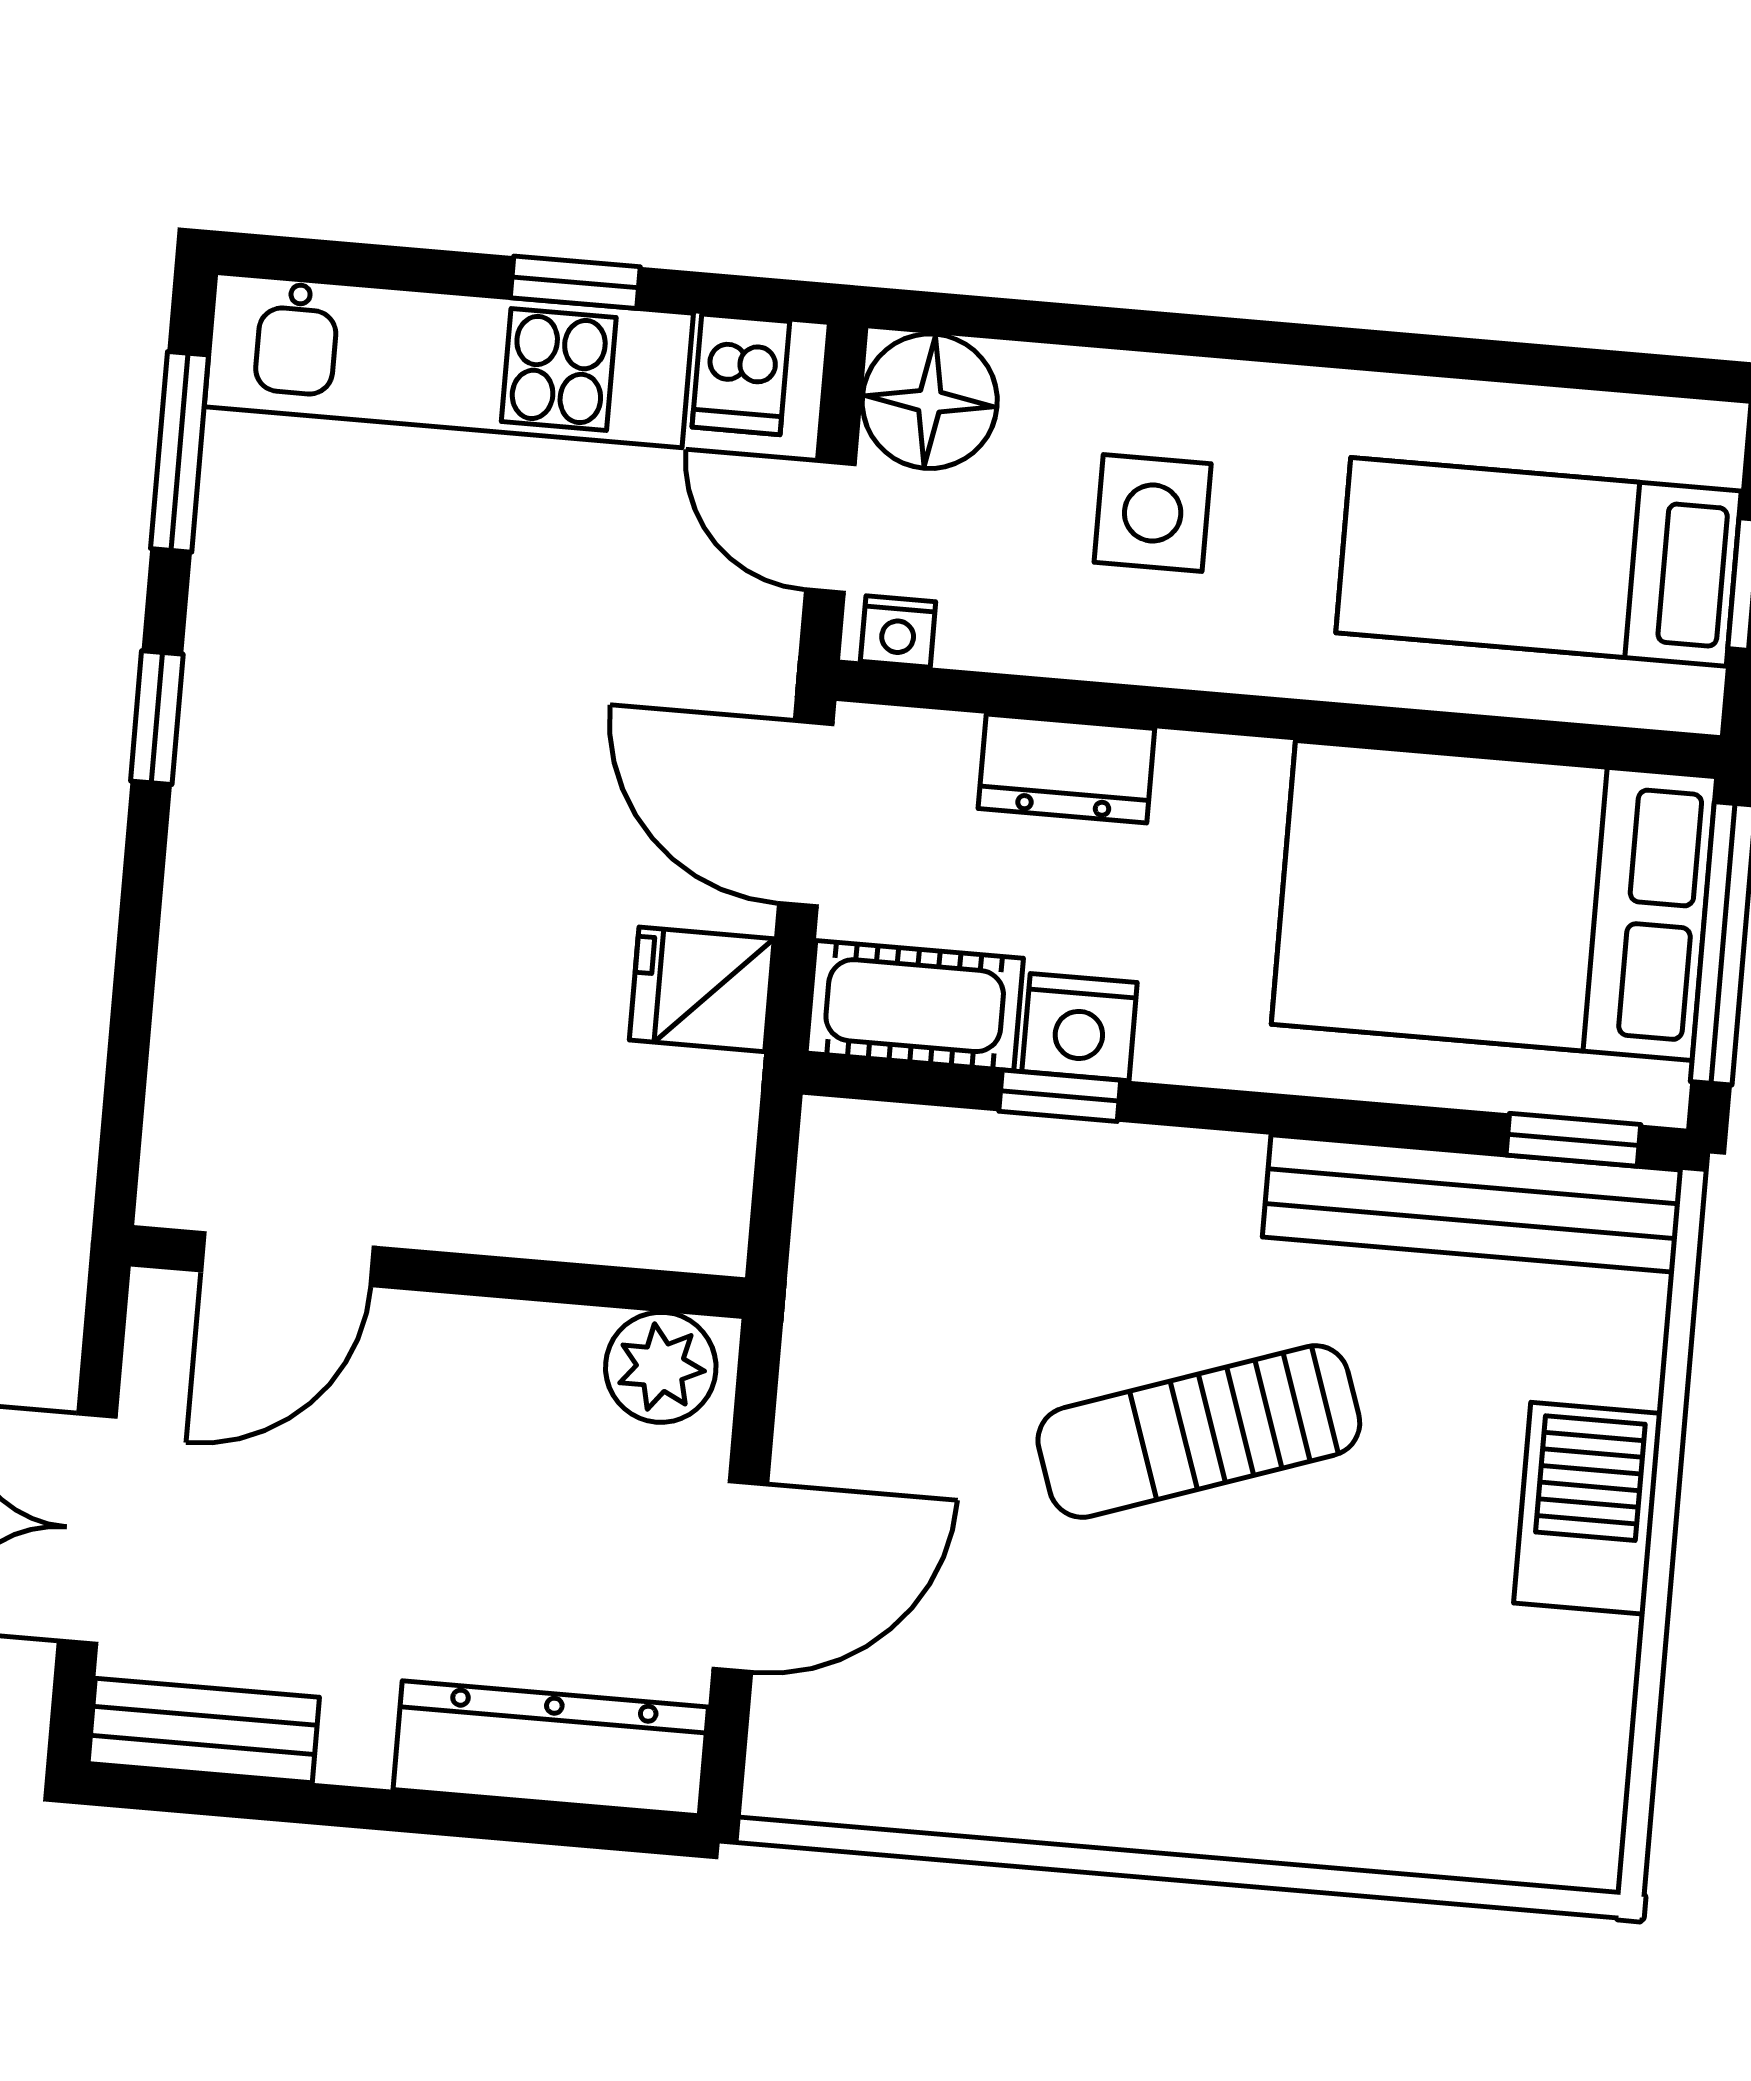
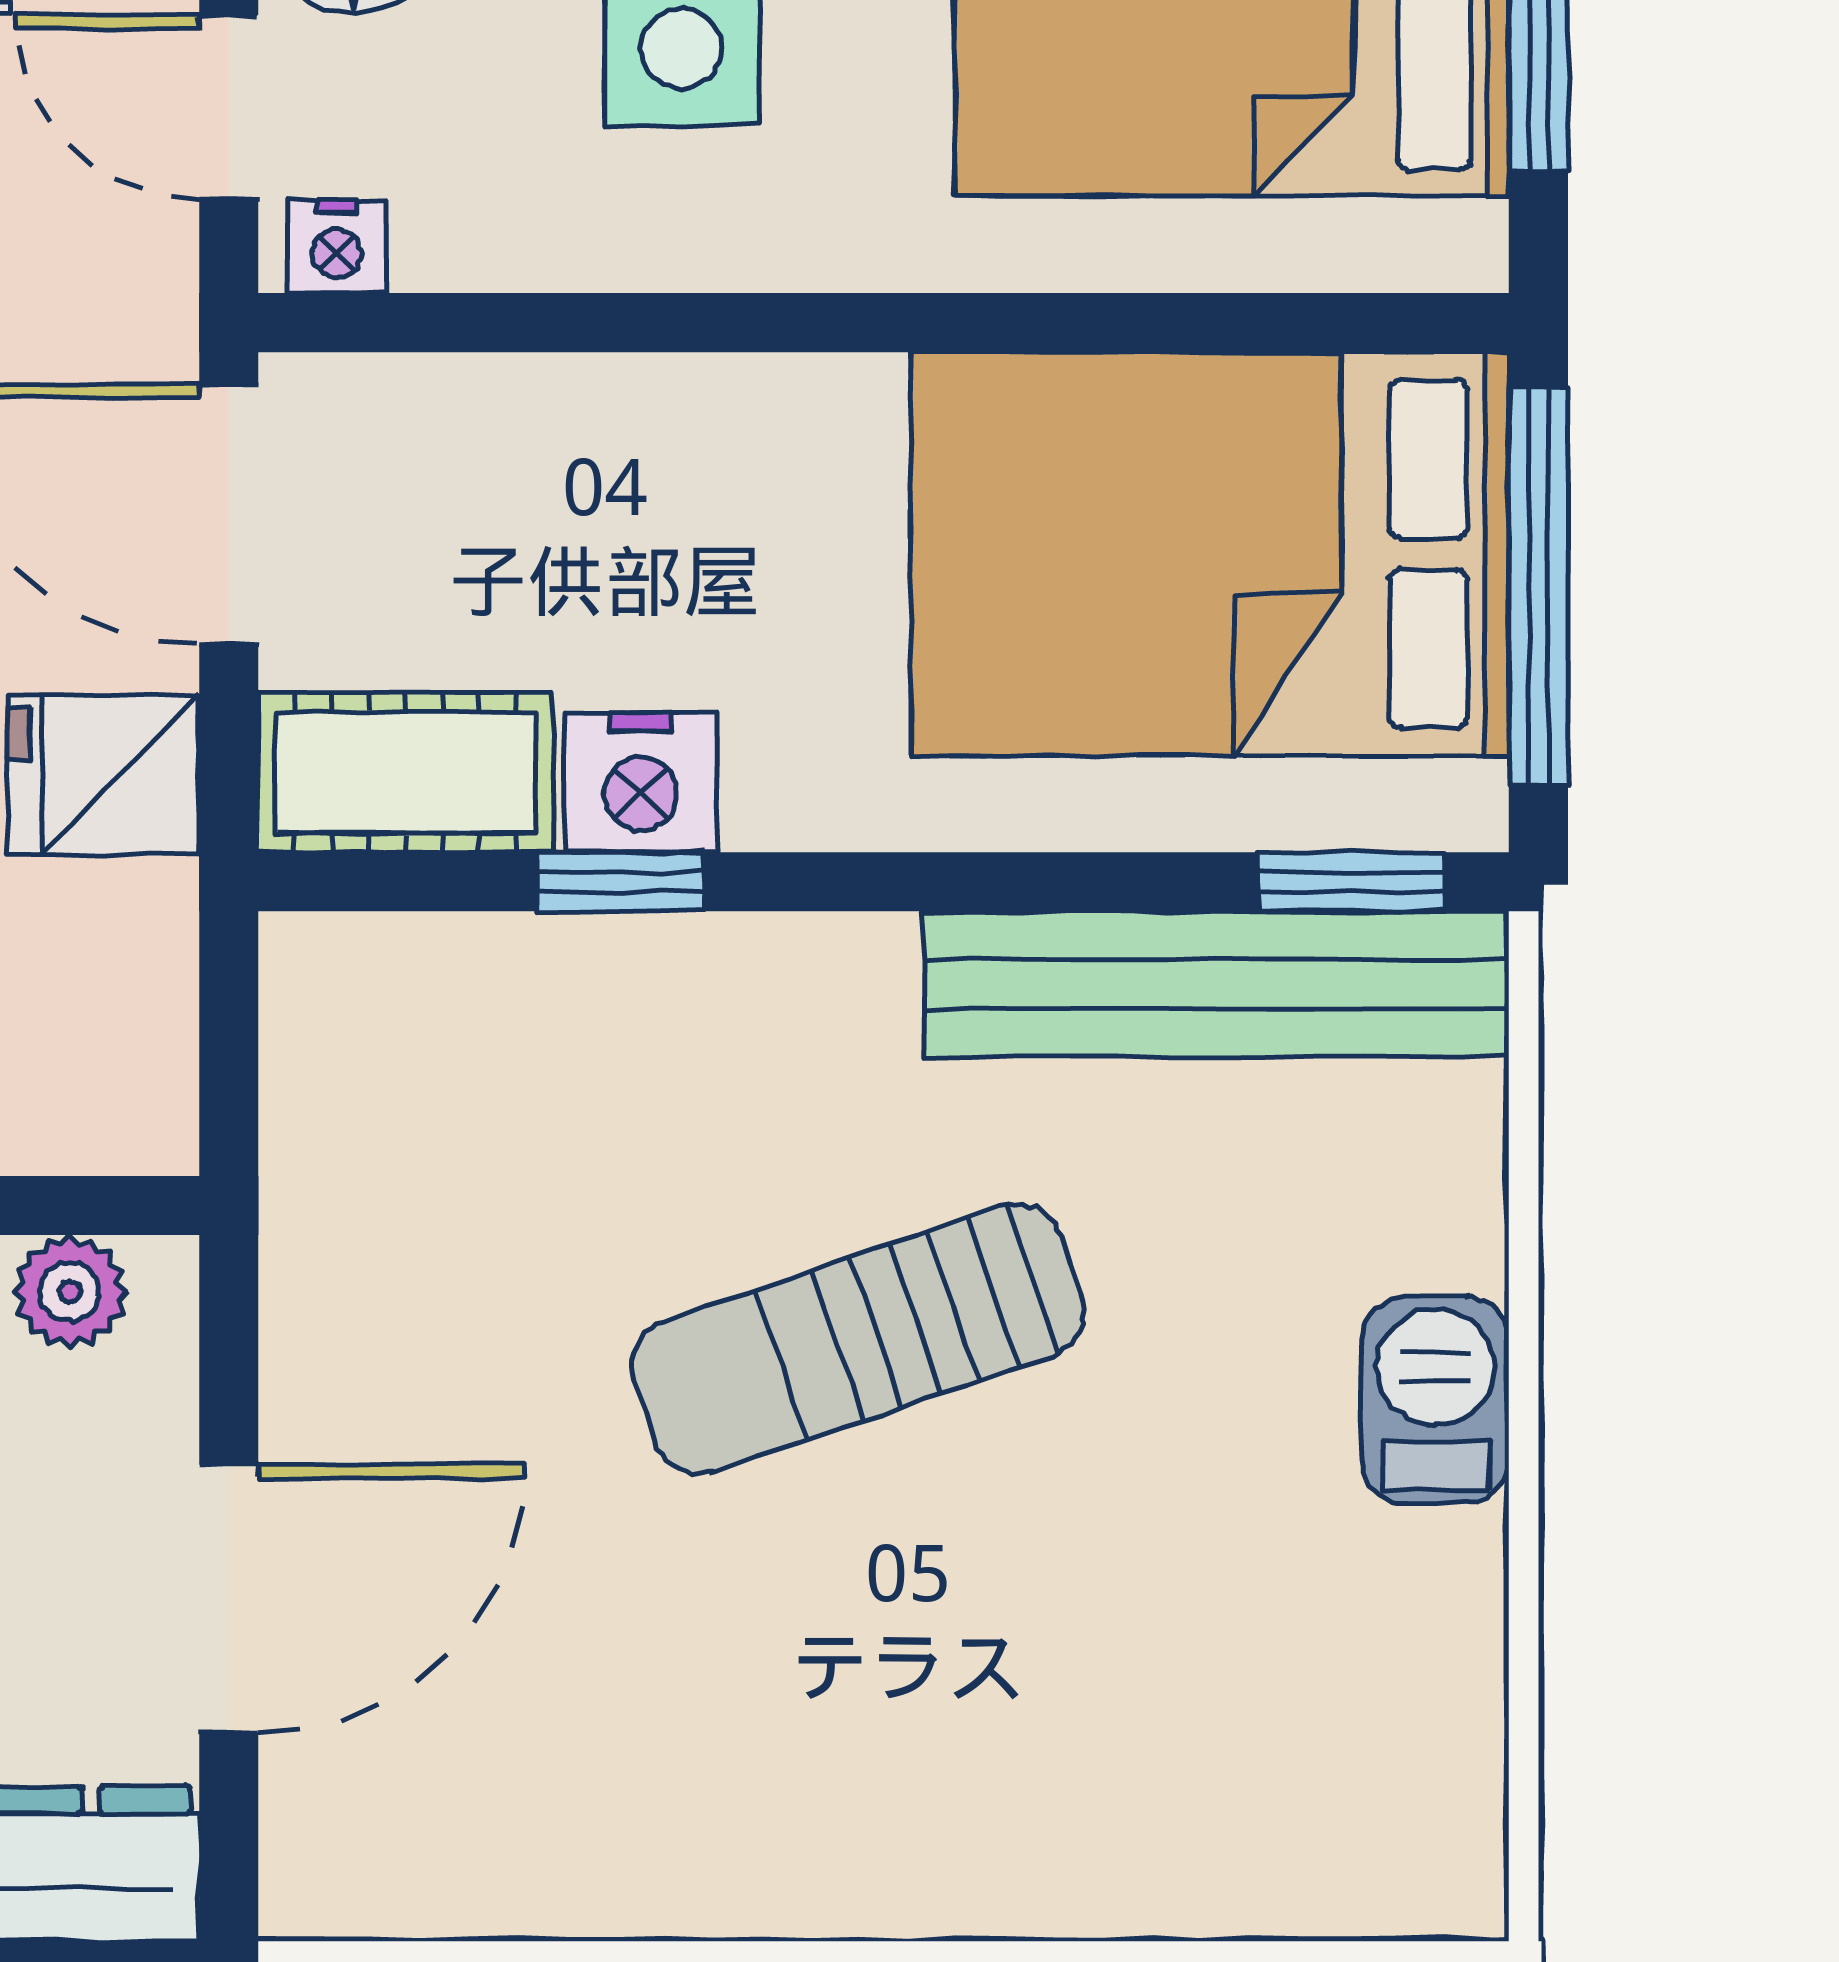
dresser: (1066, 769) -> (591, 419), removed
plant: (661, 1367) -> (70, 1292), width x0.73, depth x0.73
barbecue: (1588, 1508) -> (1435, 1400), width x0.73, depth x0.79

